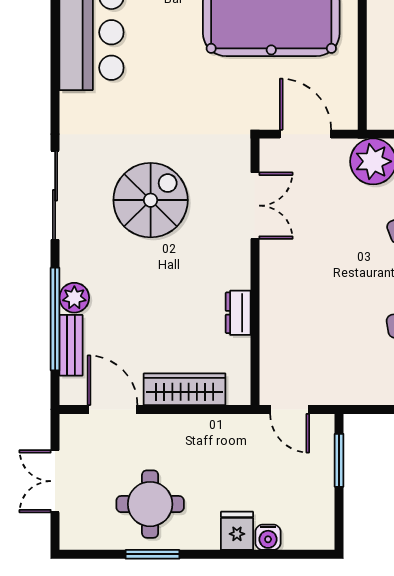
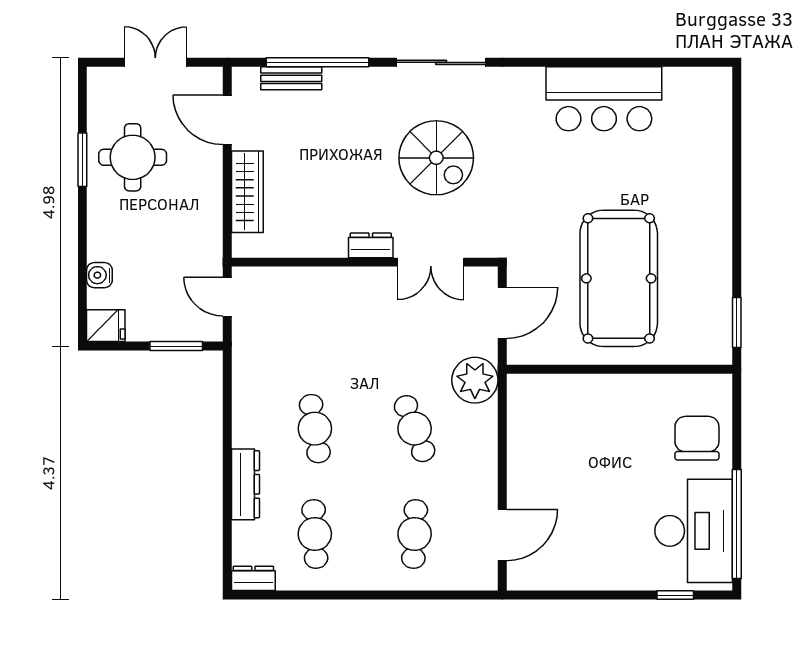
plant: (74, 298) -> (339, 82), removed
dresser: (238, 313) -> (371, 245), moved
door: (113, 409) -> (227, 120), swing flipped
door: (290, 409) -> (227, 297), hinge flipped
fridge: (237, 531) -> (106, 326), moved

